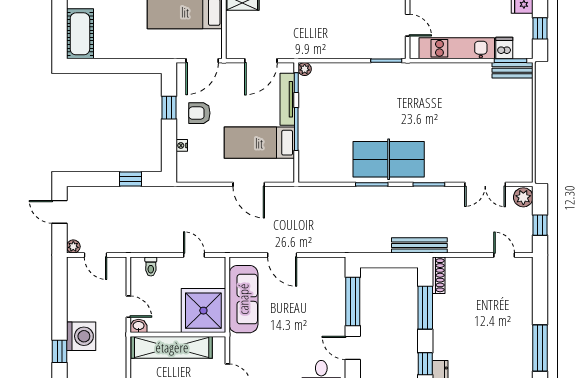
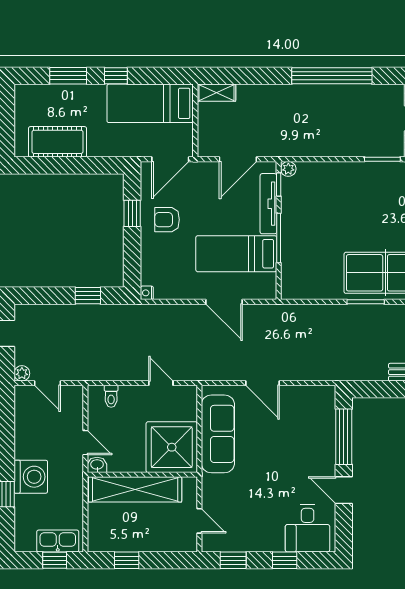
cot: (80, 34) -> (57, 142), moved, turned 90
nightstand: (182, 145) -> (147, 293), moved

